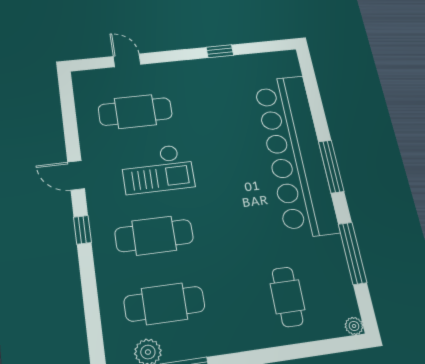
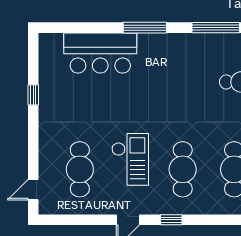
door: (127, 60) -> (33, 190), moved
bar counter: (295, 154) -> (100, 53), width x0.54

